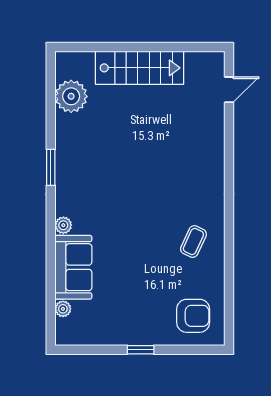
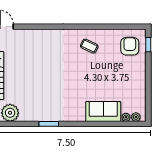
plant: (63, 225) -> (136, 117), moved
window: (141, 350) -> (148, 45), moved

